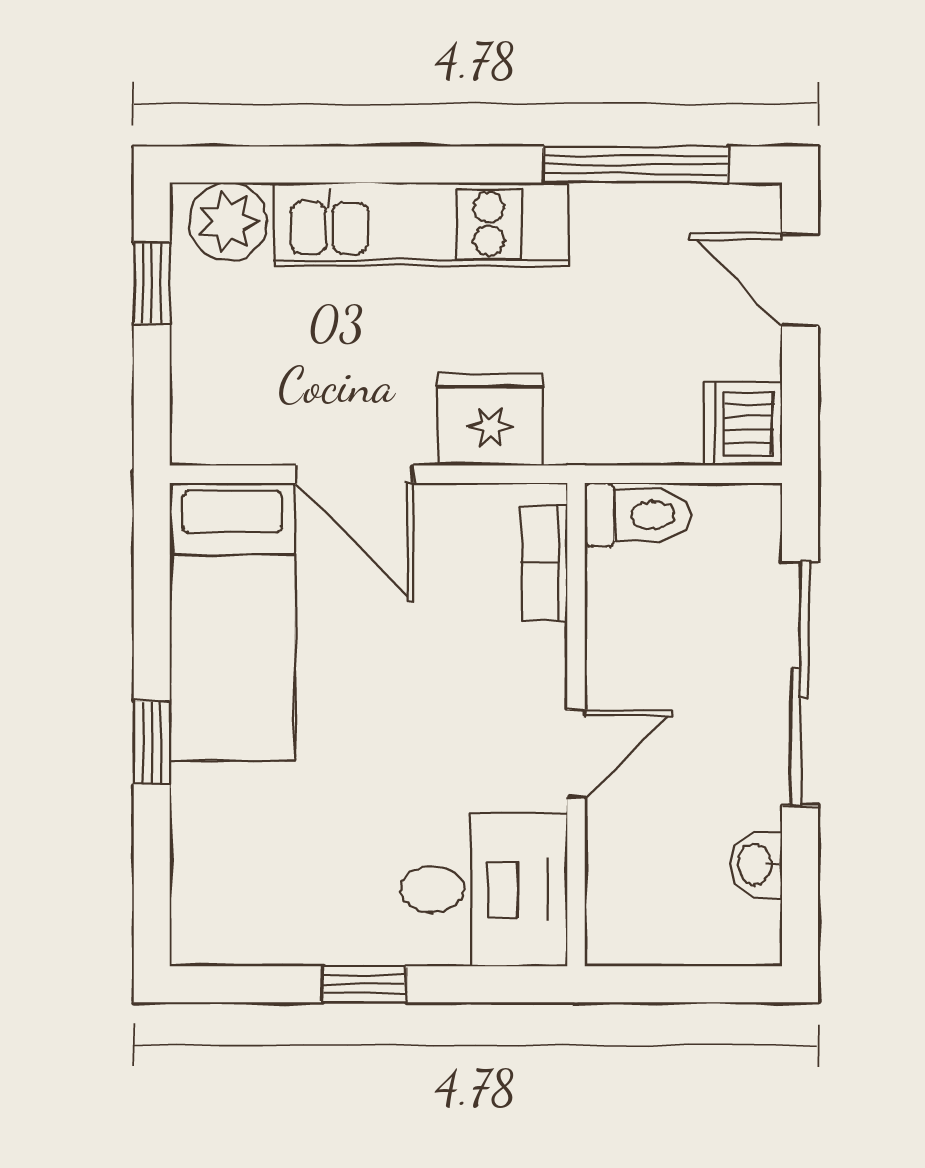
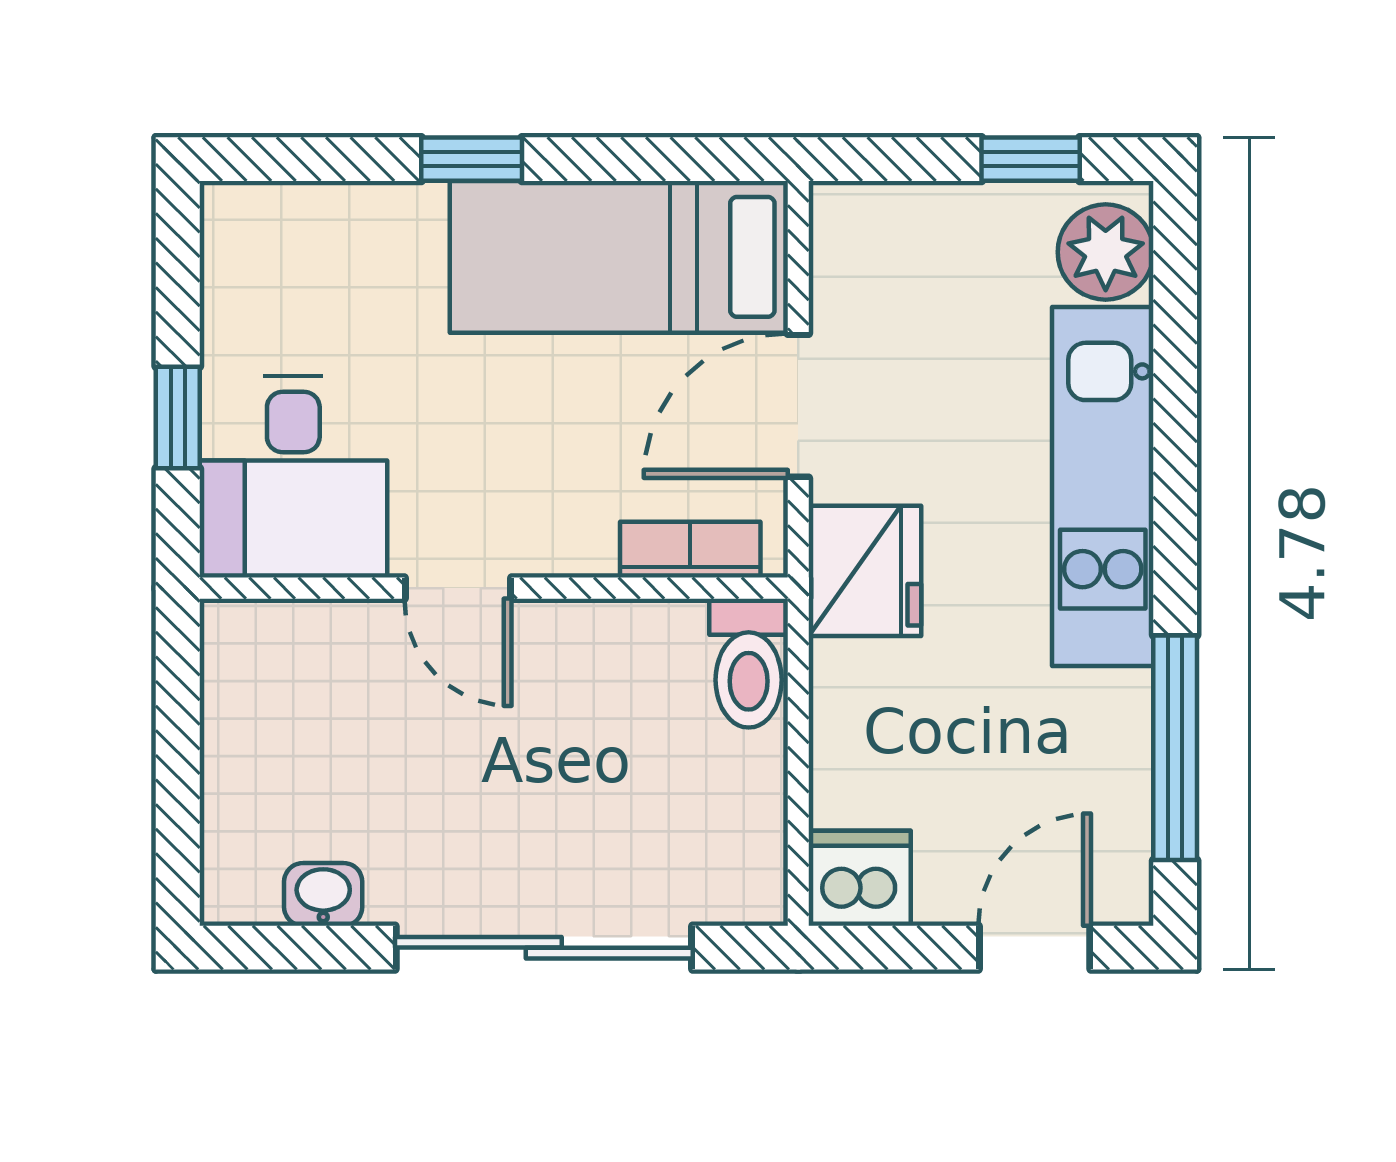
toilet: (638, 515) -> (749, 663), moved
bookcase: (544, 563) -> (690, 550), moved
wall: (576, 725) -> (494, 588), moved
door: (576, 754) -> (458, 588), moved
desk: (484, 889) -> (293, 477), moved

